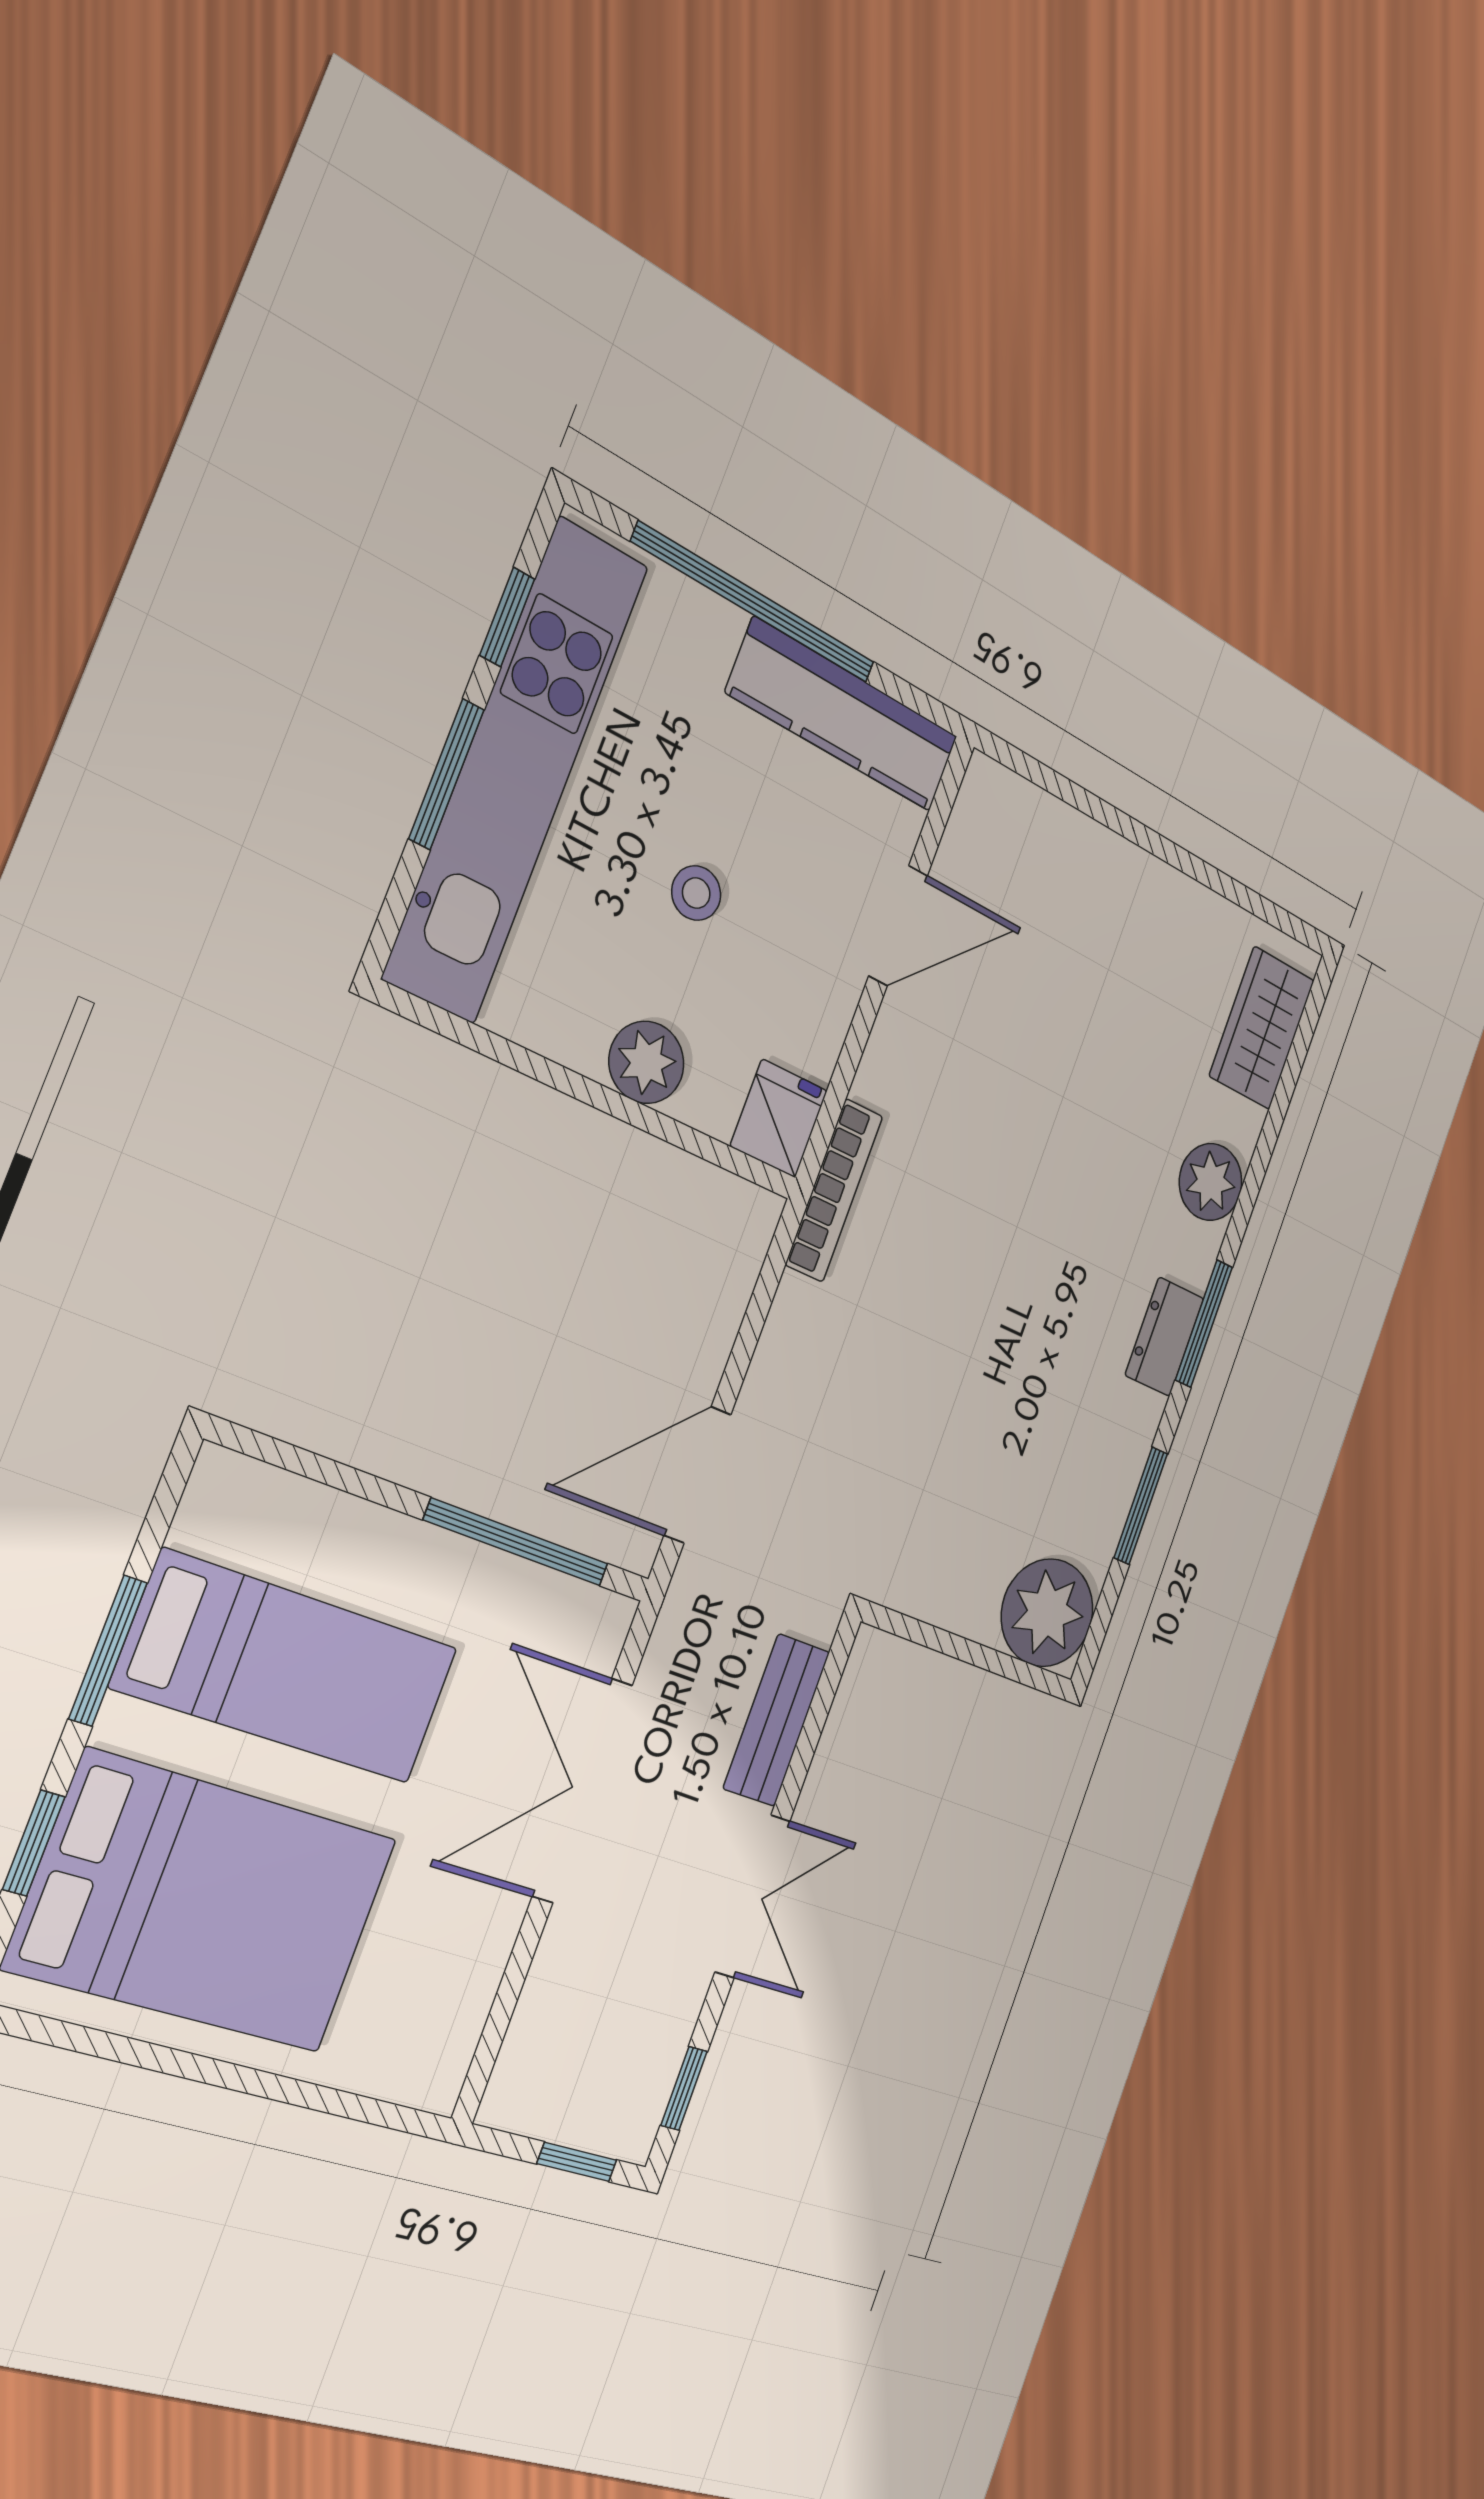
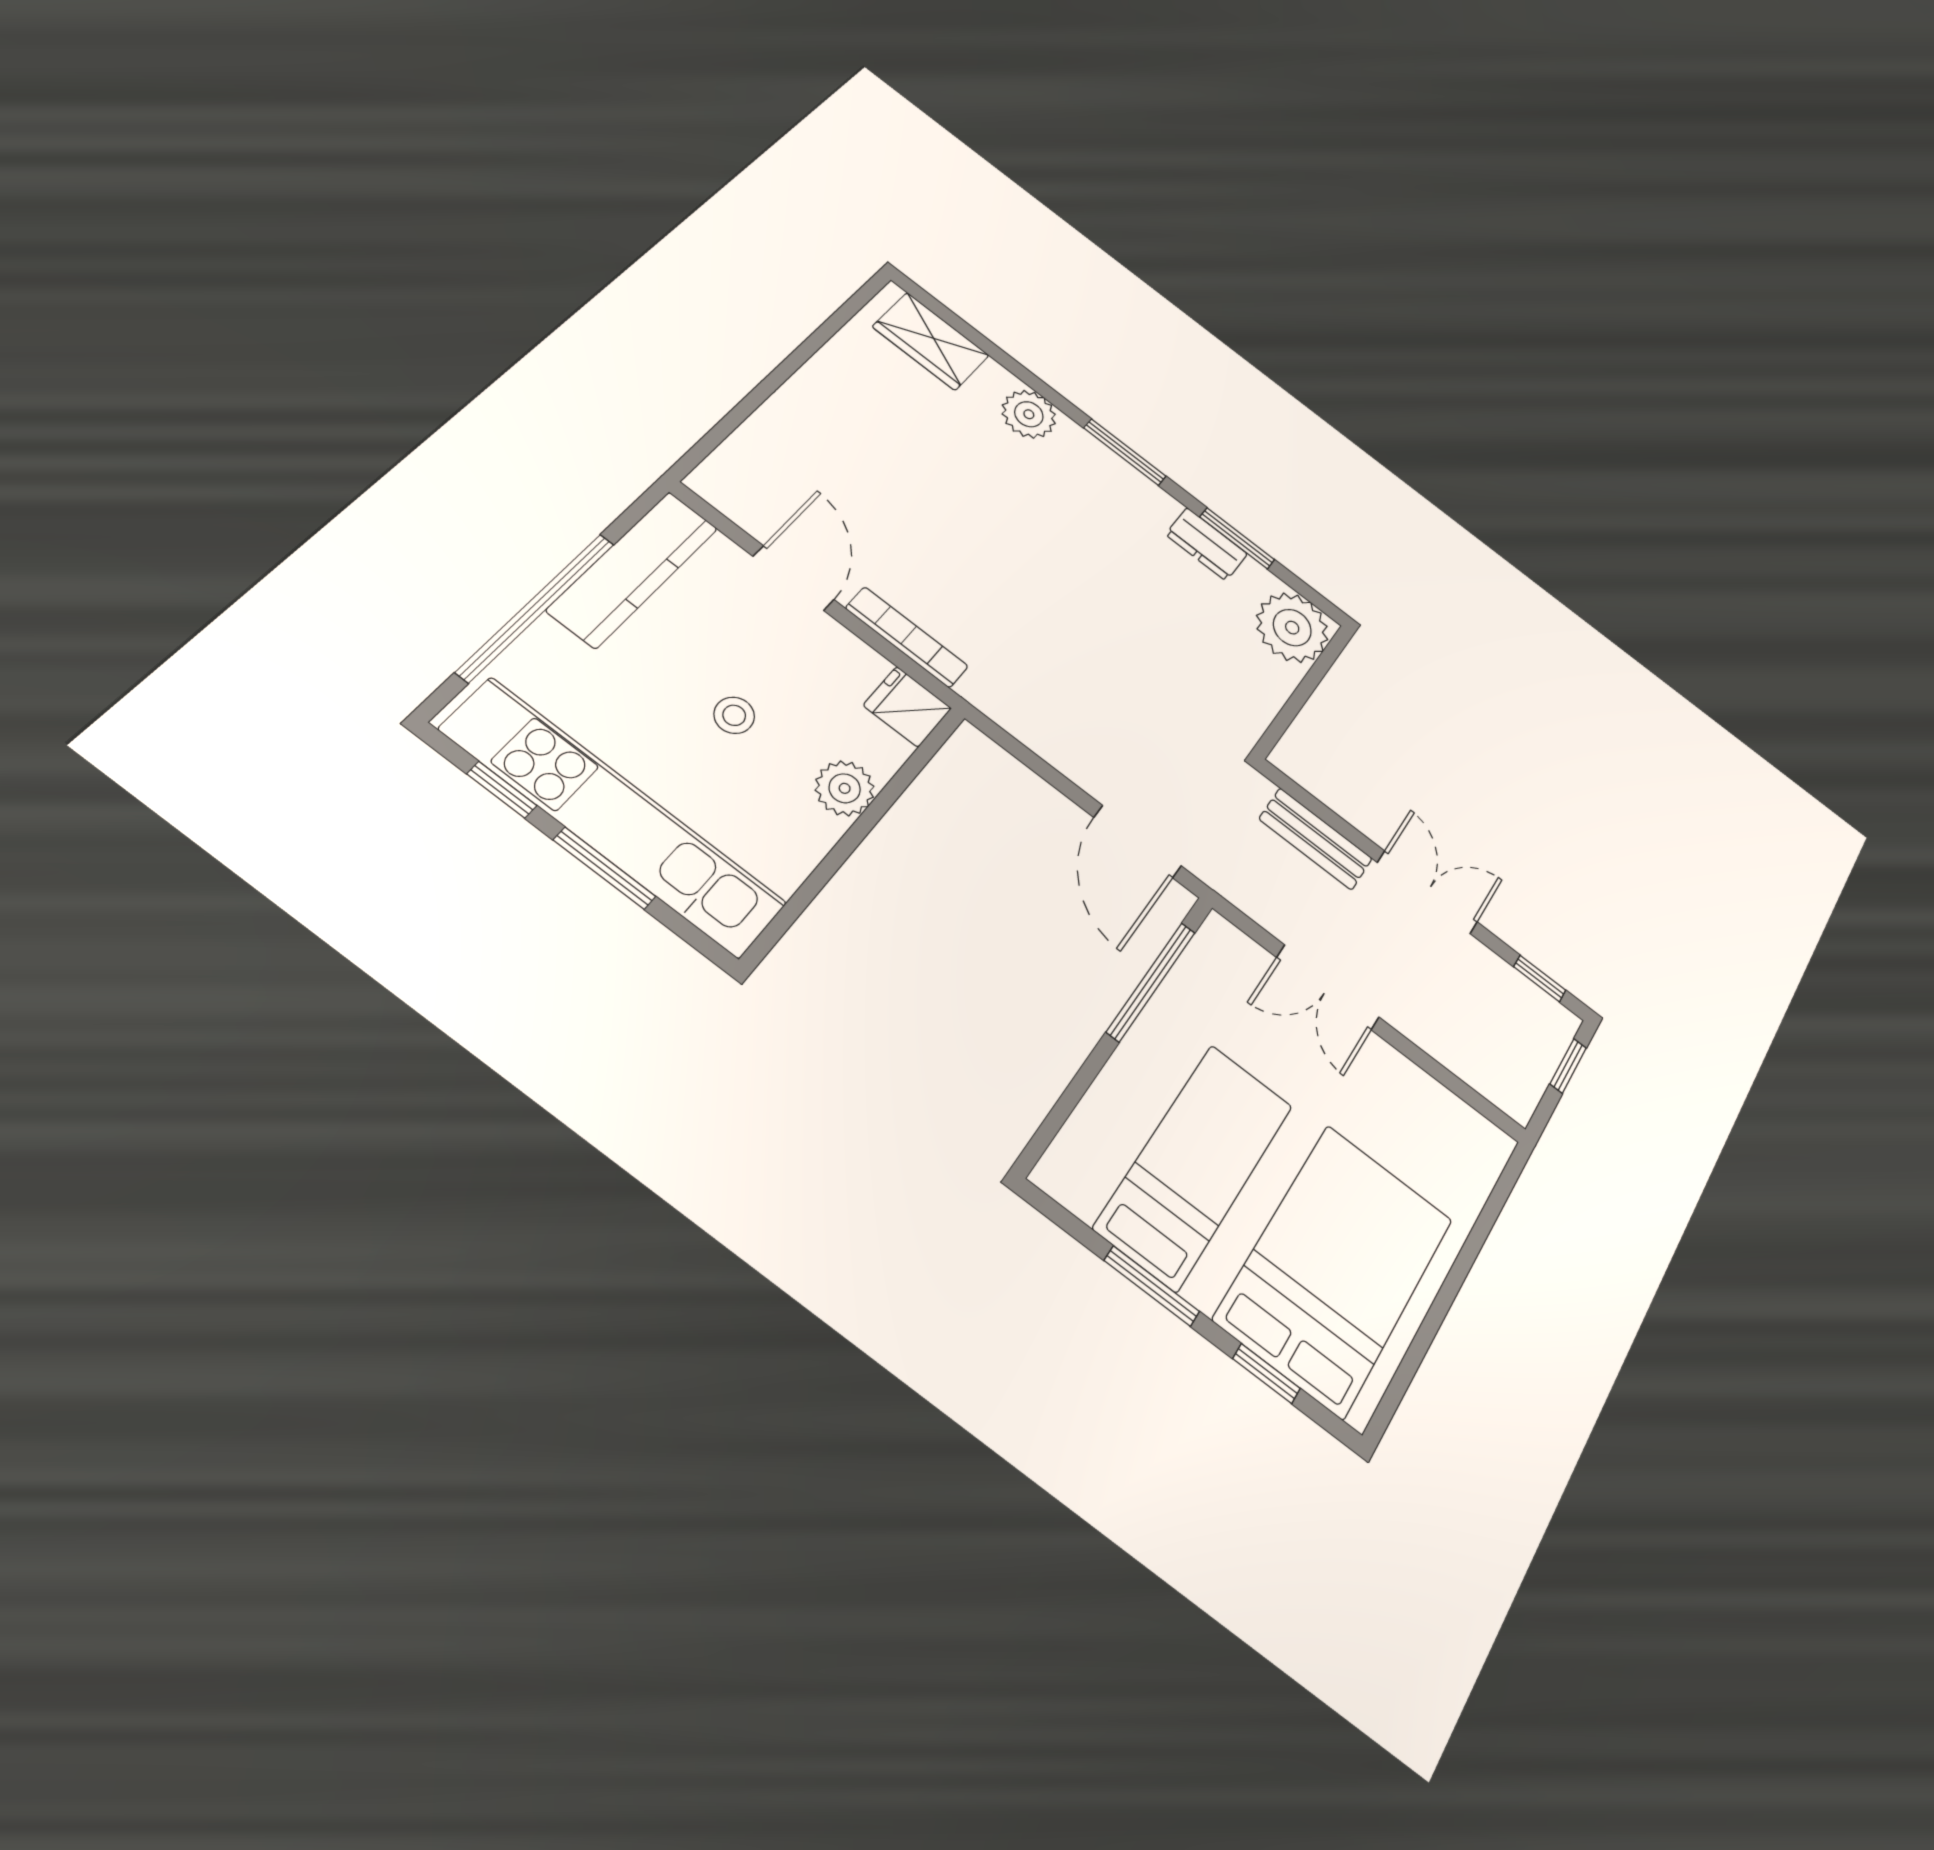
bookcase: (834, 1190) -> (907, 637), moved
dresser: (1164, 1337) -> (1206, 544), moved
double door: (582, 1790) -> (1328, 987), width x0.73

